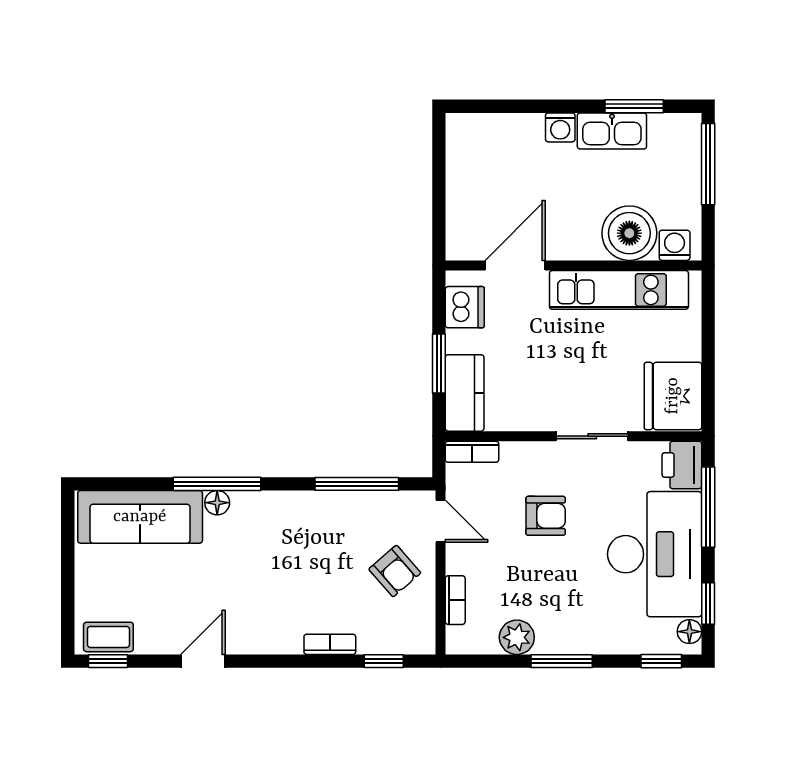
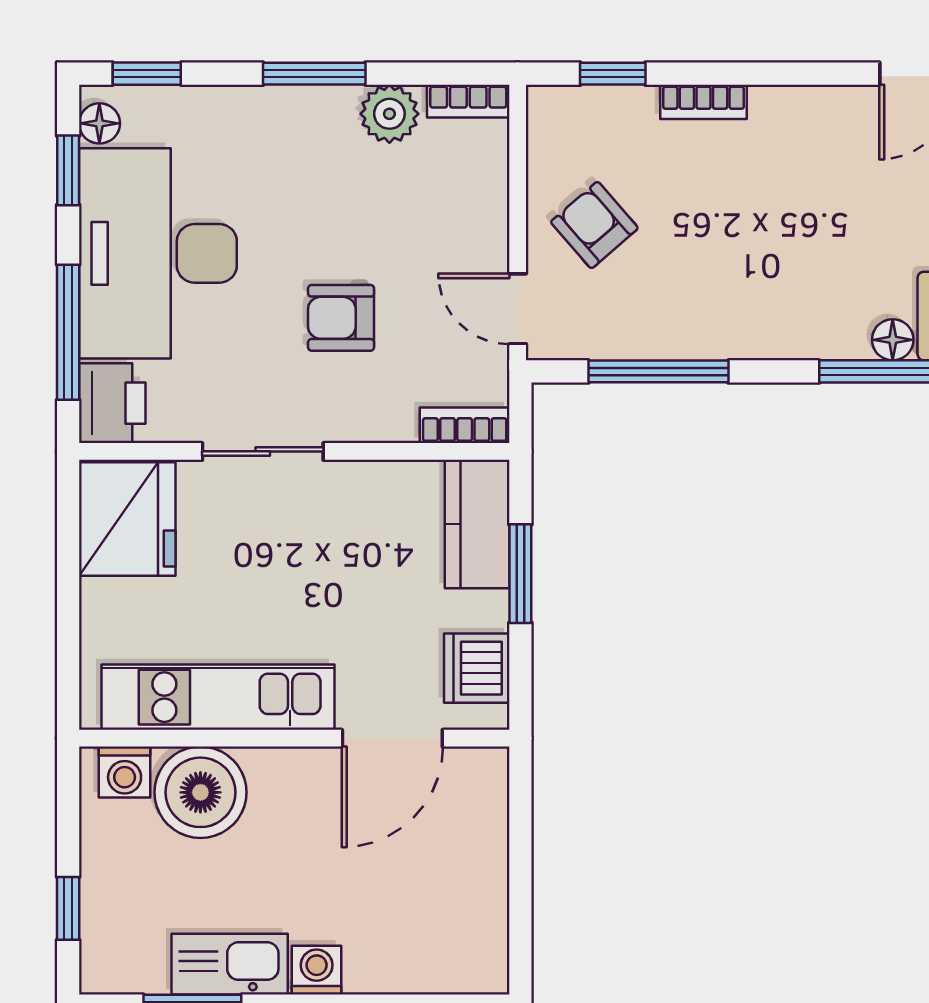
window: (708, 164) -> (68, 908), width x0.46
bookcase: (455, 600) -> (468, 101), moved, turned -90

